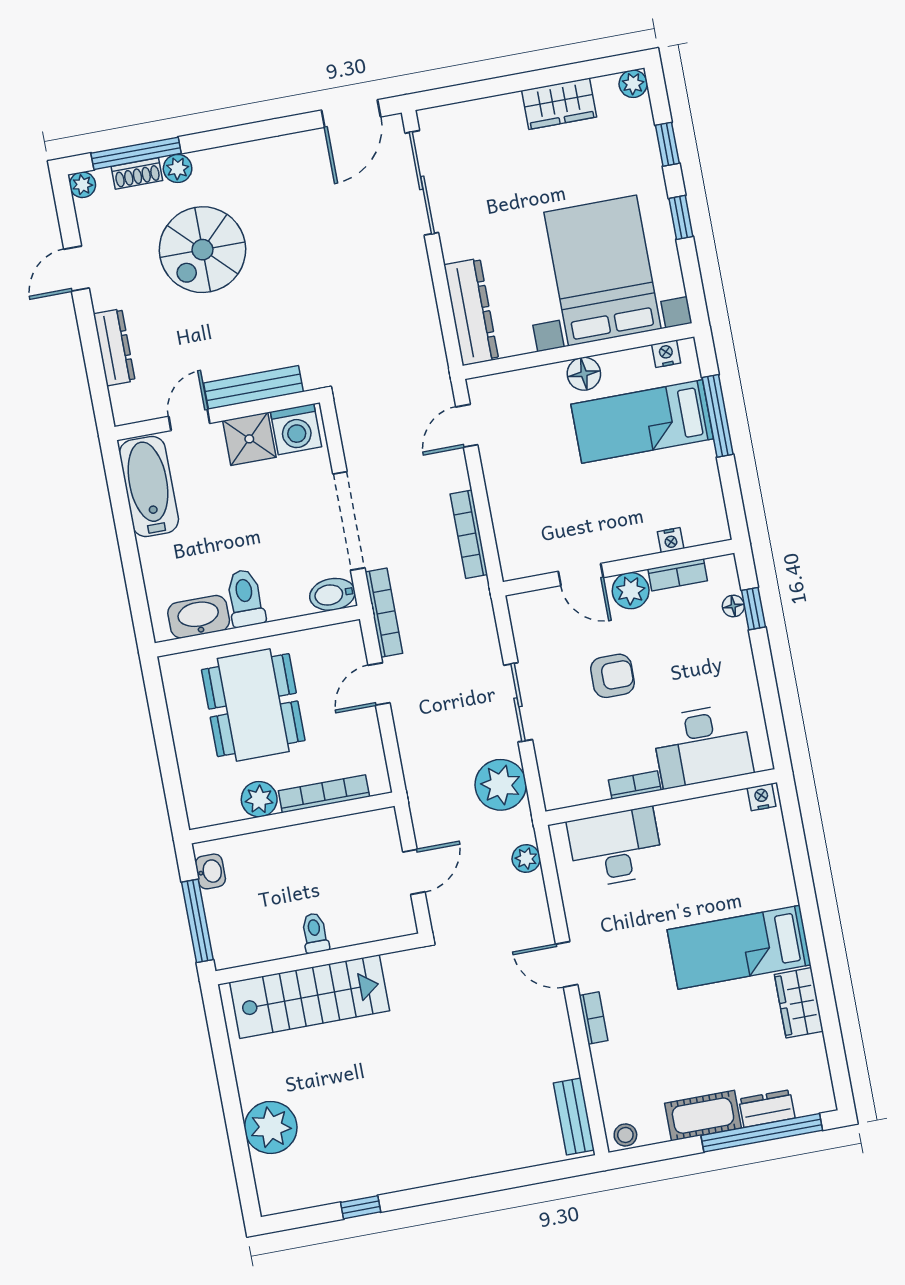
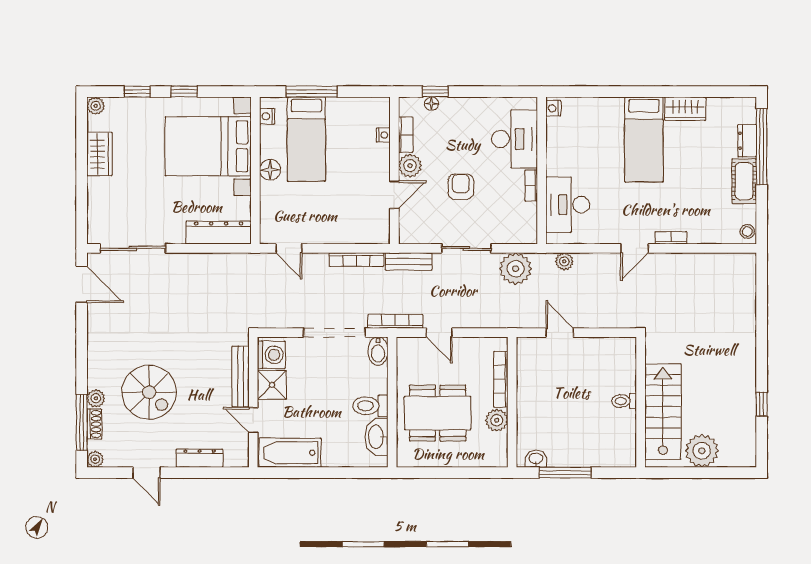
toilet: (315, 933) -> (624, 401), moved
wall: (318, 959) -> (641, 402), moved
stairs: (310, 997) -> (663, 412), moved
bench: (574, 1116) -> (409, 261), moved

